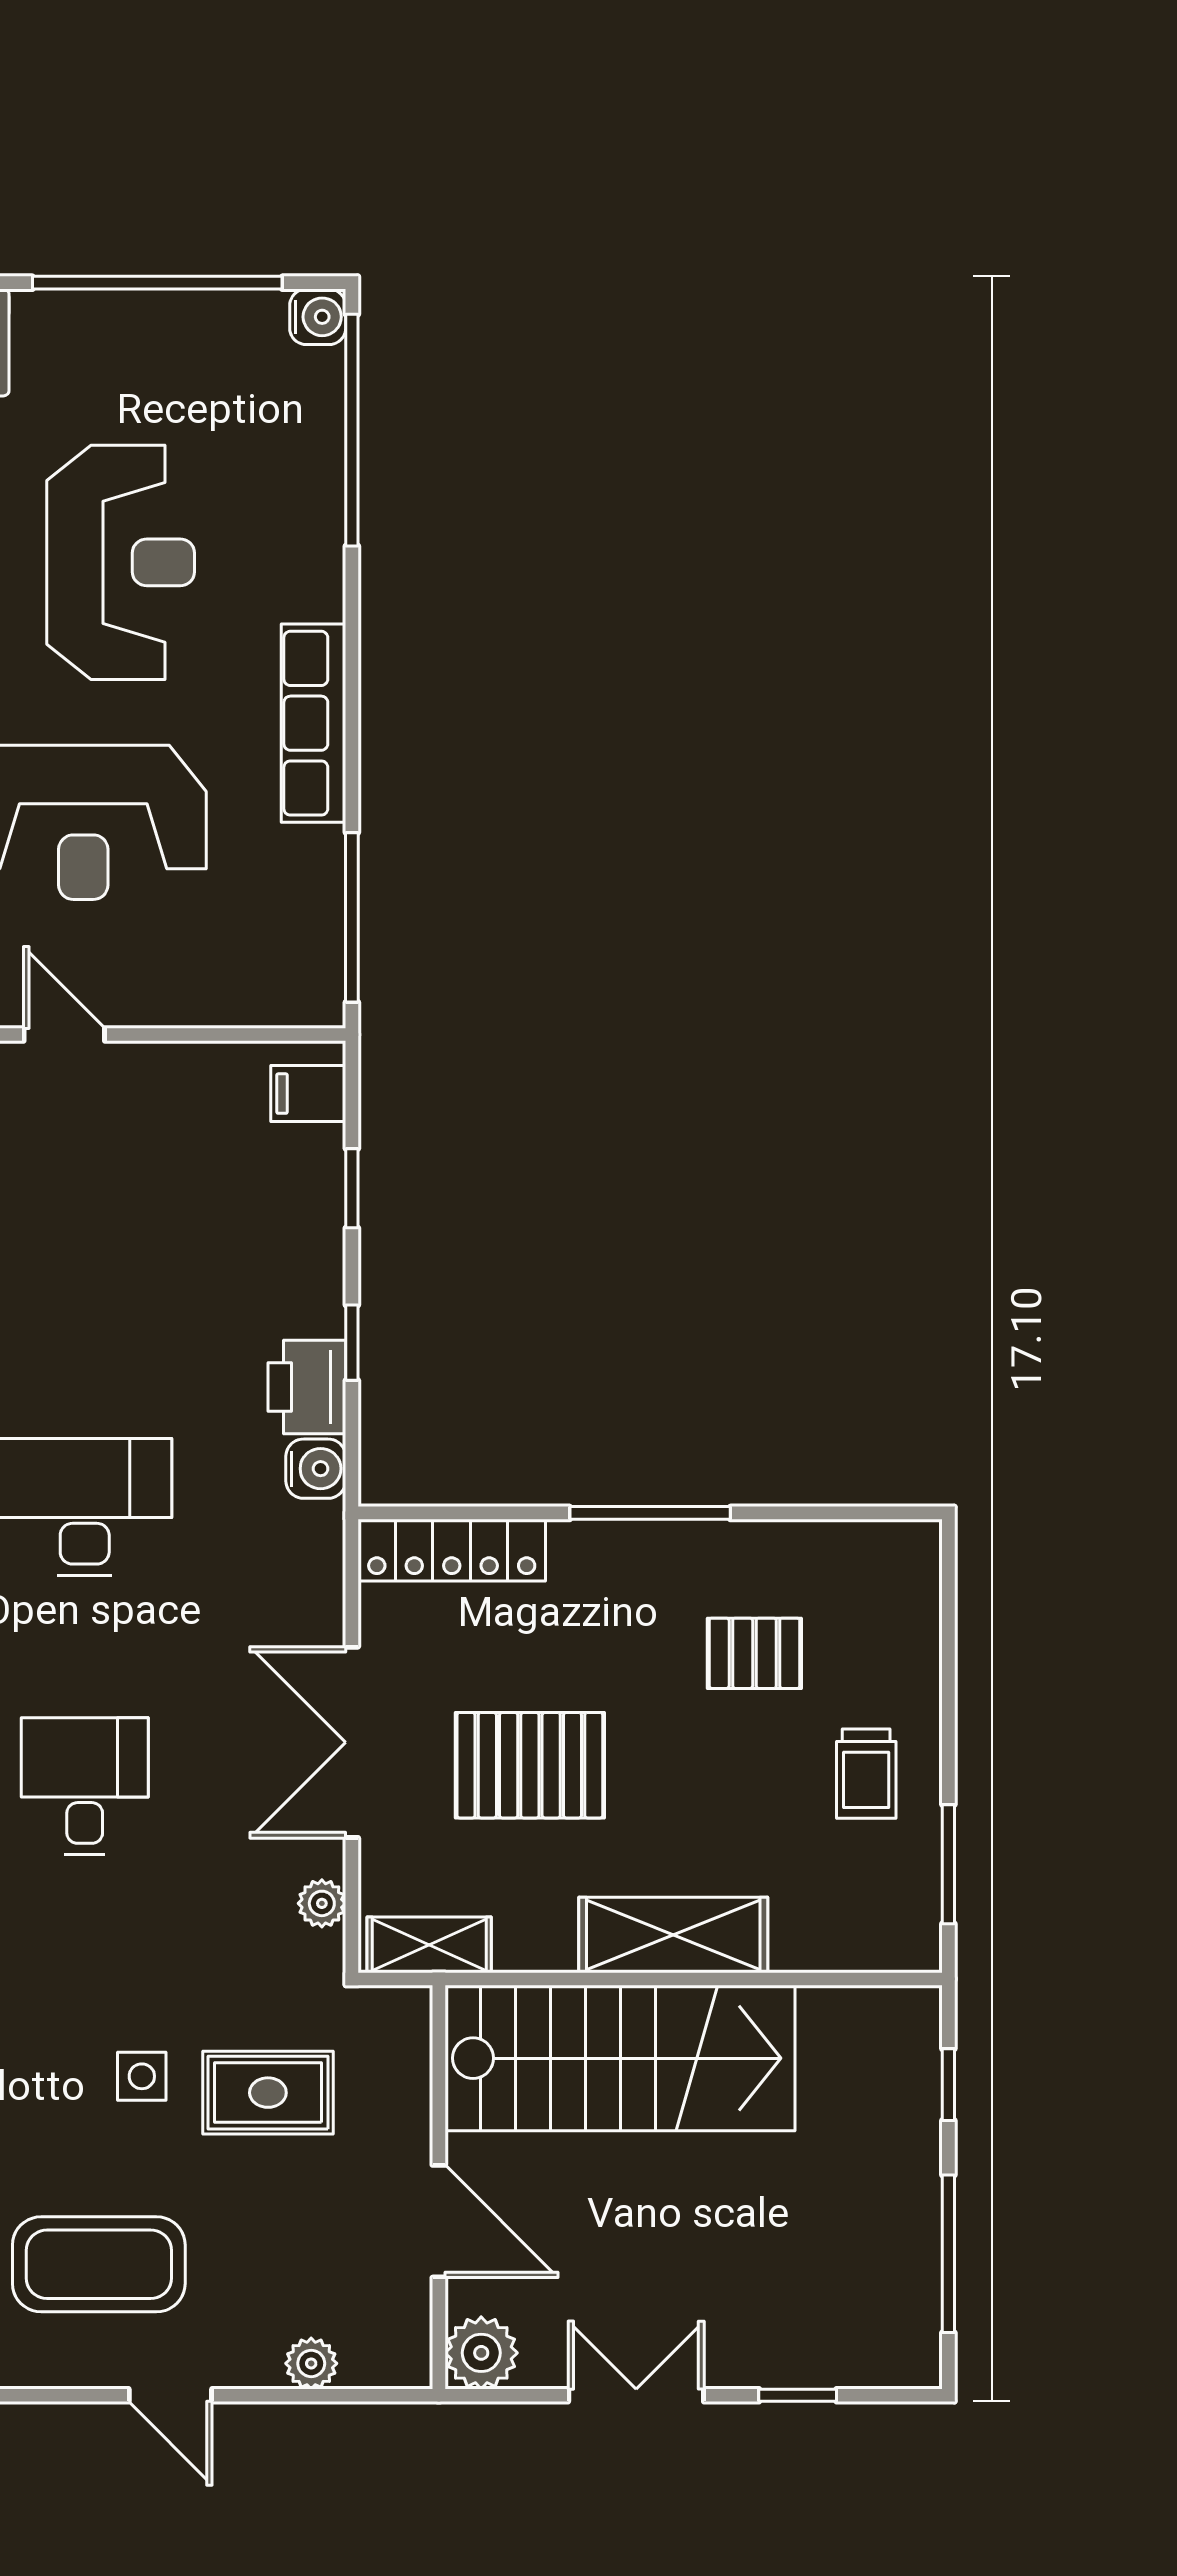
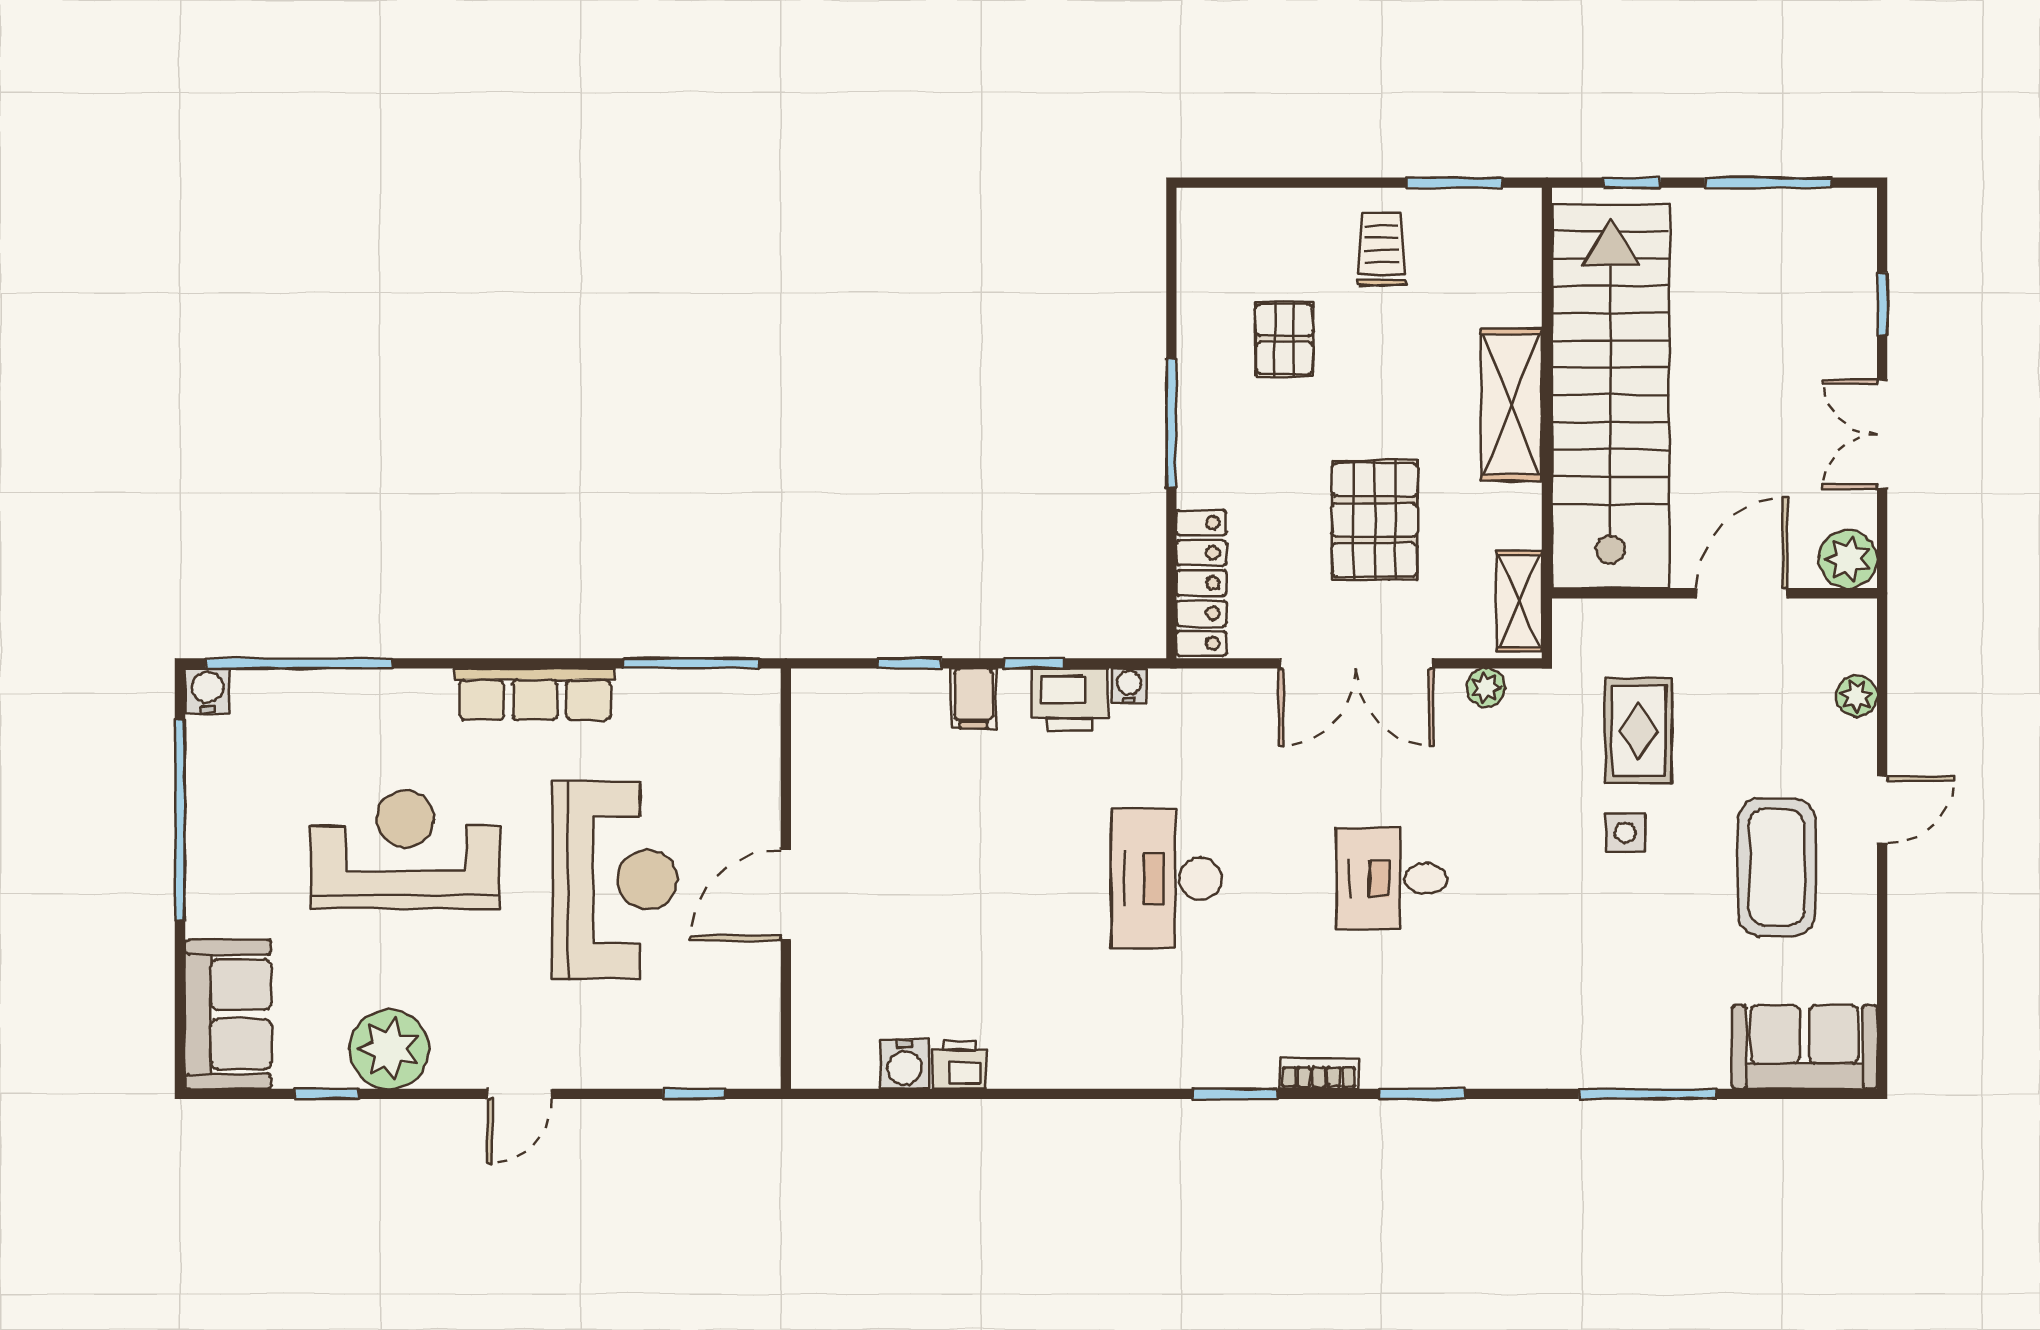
door: (64, 1035) -> (786, 895), width x1.37
filing cabinet: (308, 1094) -> (974, 699), moved
water cooler: (316, 1469) -> (1129, 686), width x0.72, depth x0.72
trolley: (866, 1774) -> (1381, 249), turned -90
stairs: (620, 2058) -> (1611, 396), width x1.36

